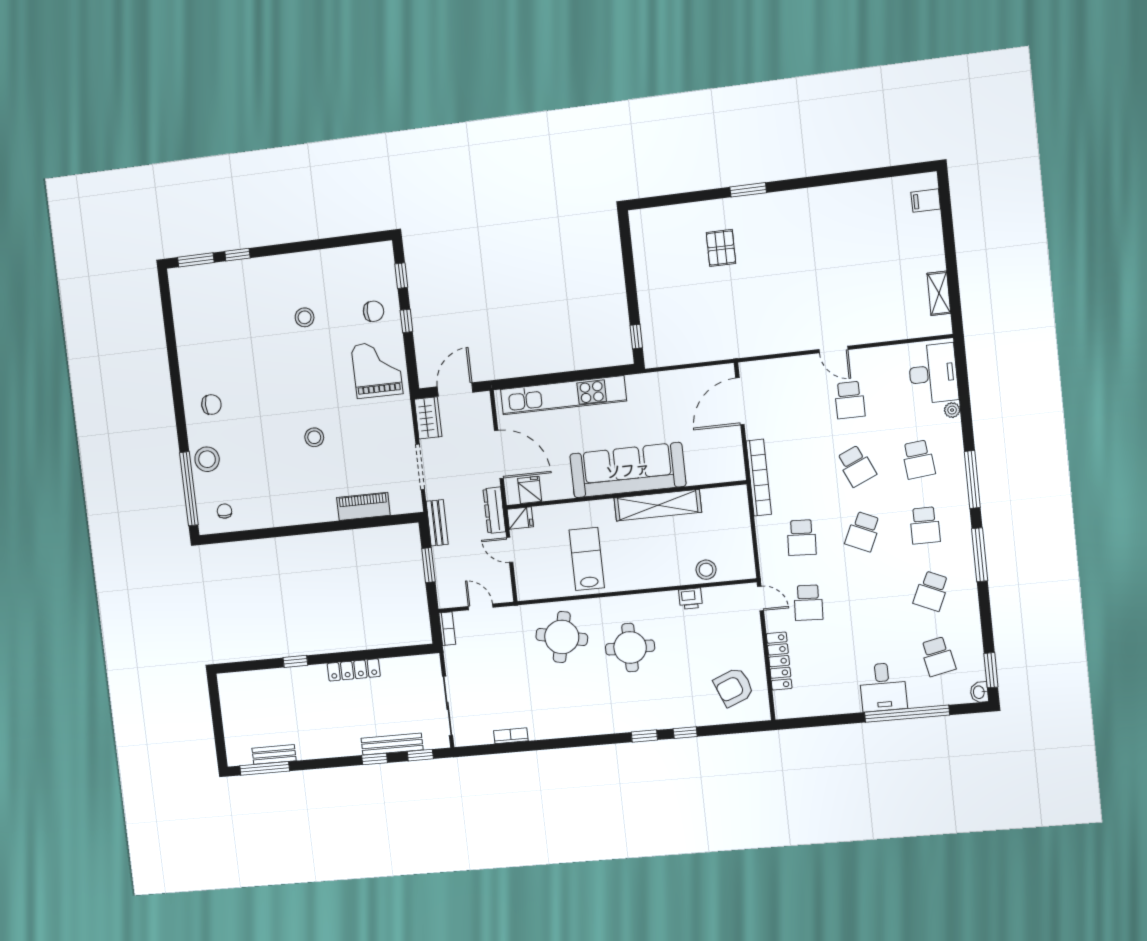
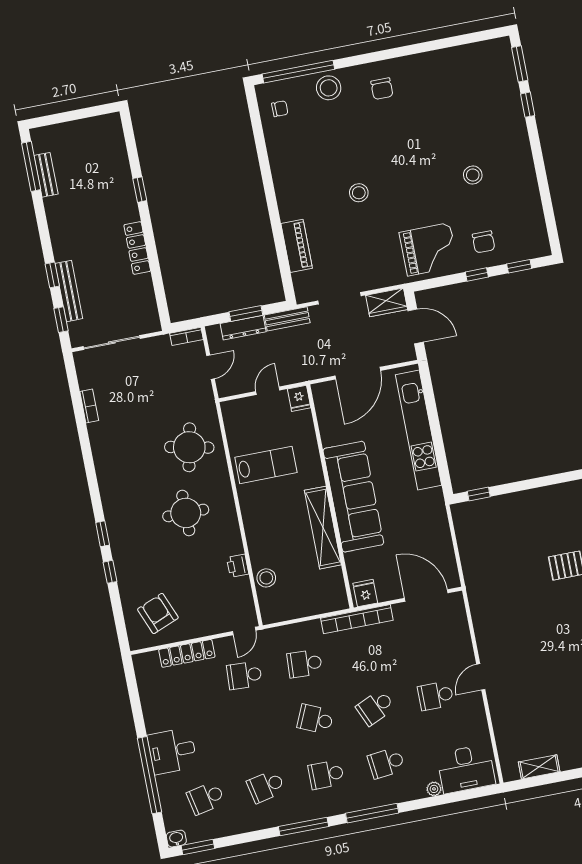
fridge: (530, 490) -> (365, 593), moved, turned -90
dresser: (494, 510) -> (243, 328), moved, turned 180
school desk: (931, 591) -> (266, 786), turned -36

